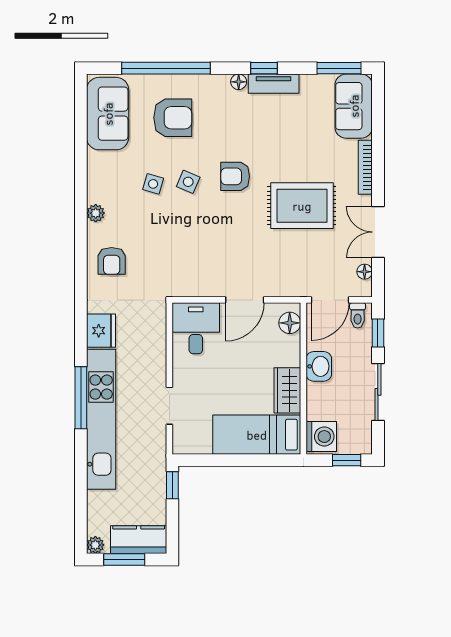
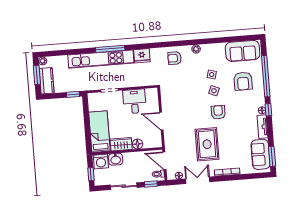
window: (264, 68) -> (268, 110), moved
sofa: (354, 106) -> (261, 154), moved, turned -90
floor lamp: (290, 323) -> (138, 144), moved
desk: (196, 328) -> (134, 101), moved, turned -90
washbasin: (319, 366) -> (116, 159), moved

